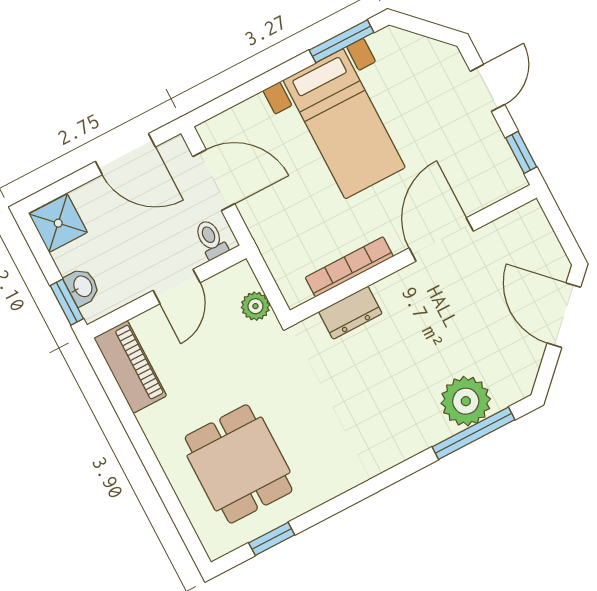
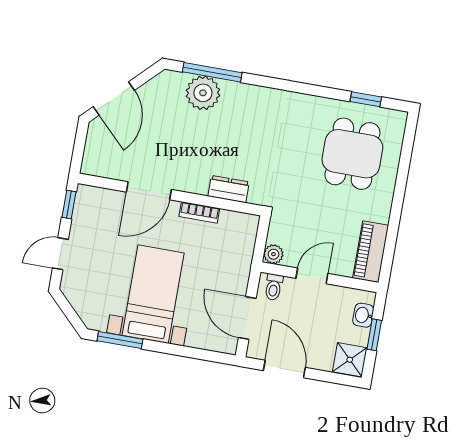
bookcase: (349, 267) -> (199, 212), width x0.64
window: (67, 302) -> (374, 335), moved
plant: (255, 306) -> (273, 254), moved

